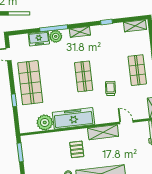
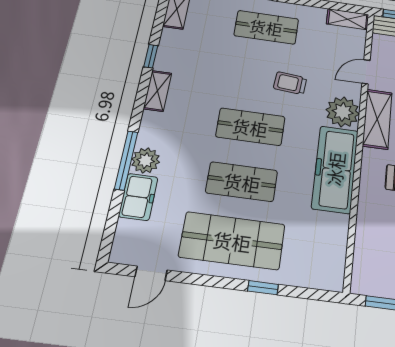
shelving: (80, 32) -> (158, 91), moved
shop shelf: (57, 80) -> (242, 182), added
plant: (45, 122) -> (343, 112), moved

